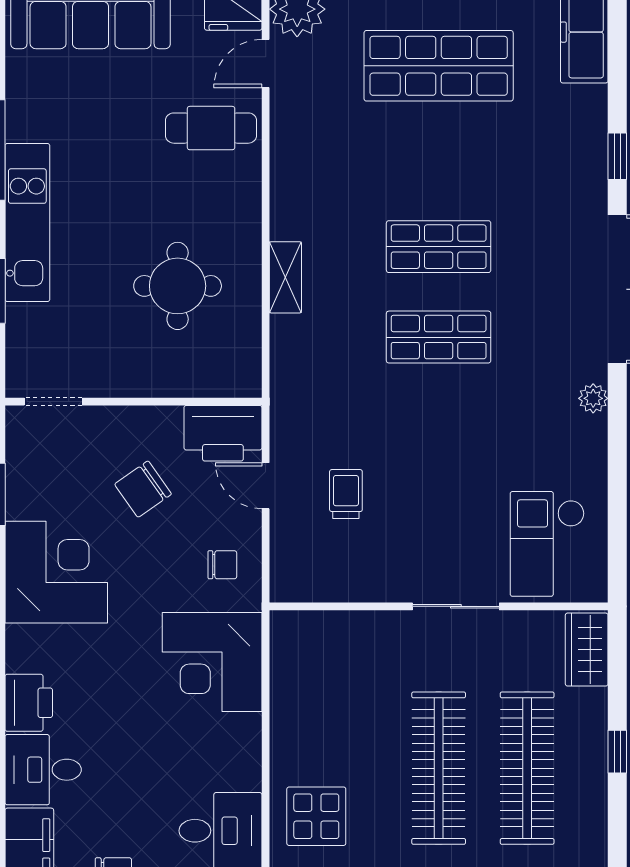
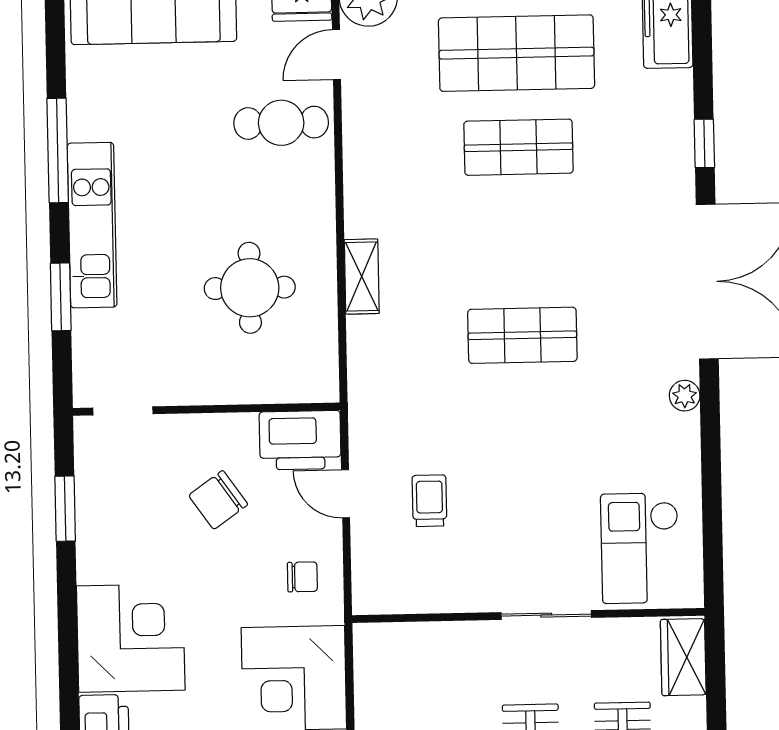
shop shelf: (439, 247) -> (518, 147), moved
corner desk: (56, 572) -> (131, 638), moved

